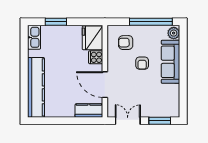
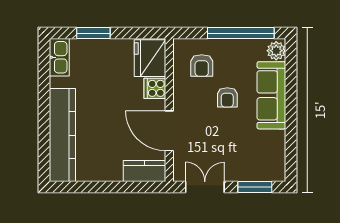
armchair: (126, 43) -> (202, 65), turned -89

